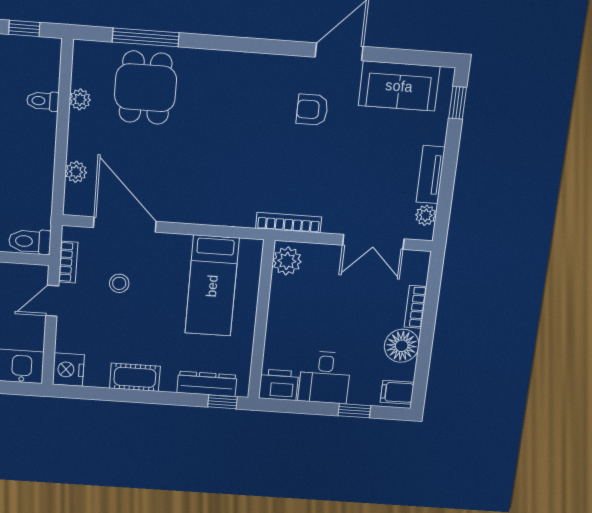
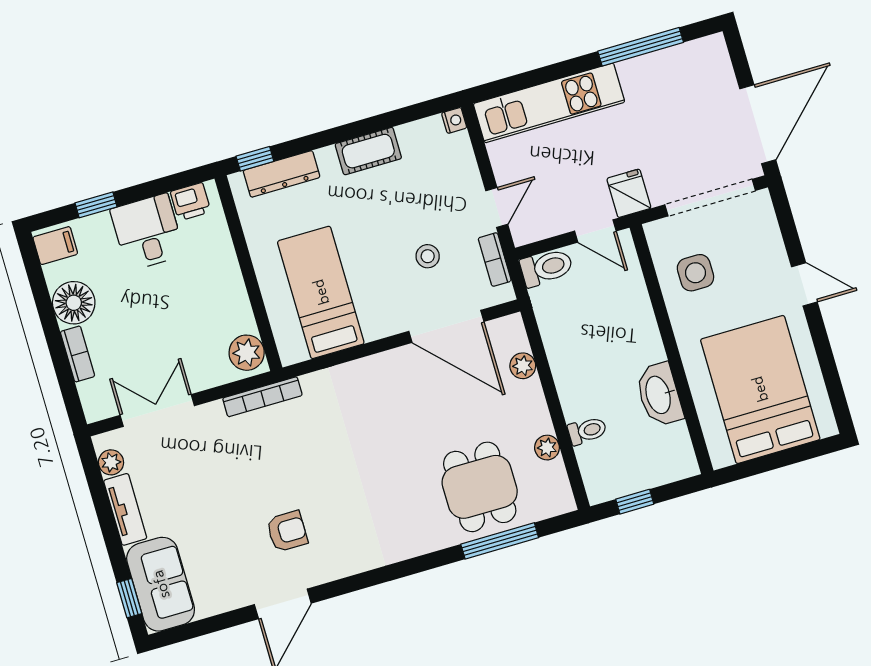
sofa: (399, 86) -> (161, 584), moved, turned 90
nightstand: (68, 370) -> (454, 120), width x0.53, depth x0.56
printer: (279, 385) -> (191, 202), width x0.73, depth x0.81

